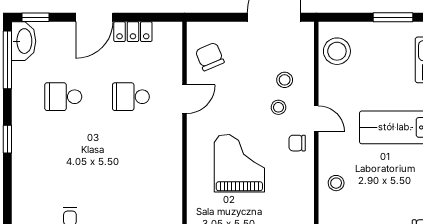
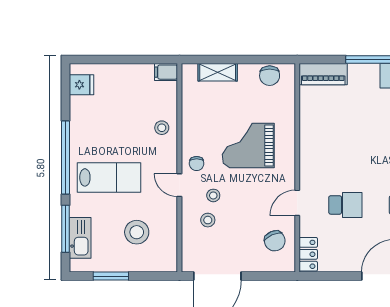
locker: (133, 32) -> (308, 254), moved, turned 90
stool: (337, 51) -> (137, 232), moved
chair: (297, 143) -> (197, 163), turned 90
grand piano: (239, 163) -> (248, 145), turned 90

